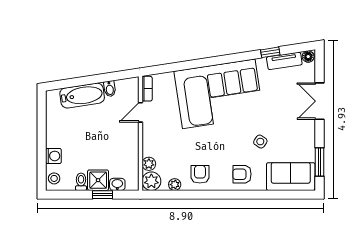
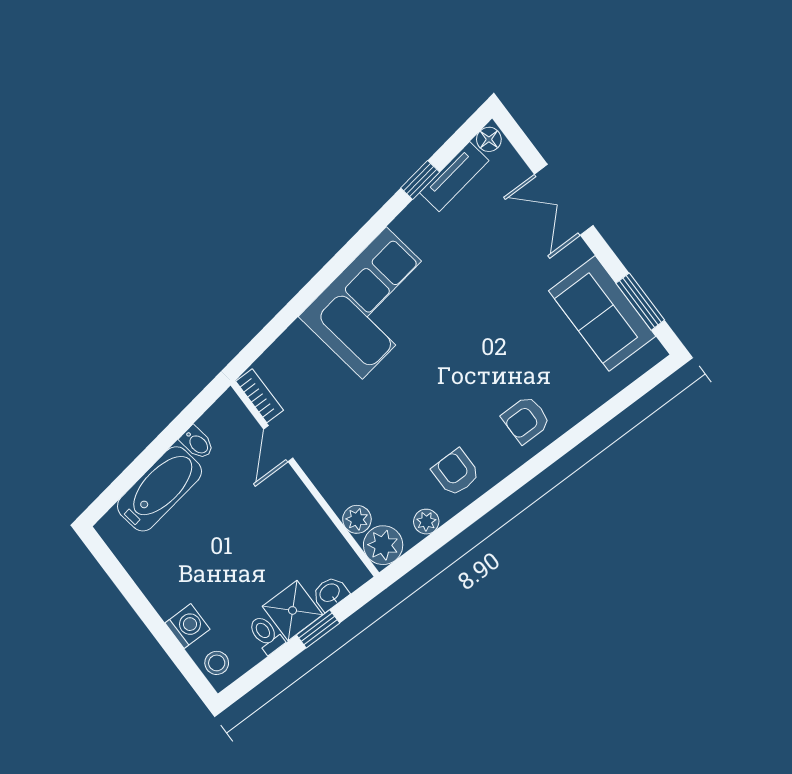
corner sofa: (219, 94) -> (374, 303), width x0.73, depth x0.74
side table: (260, 142) -> (516, 342), removed
sofa: (291, 177) -> (602, 313), moved, turned -90

